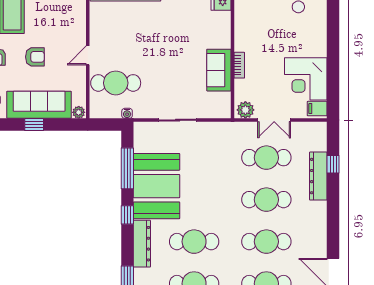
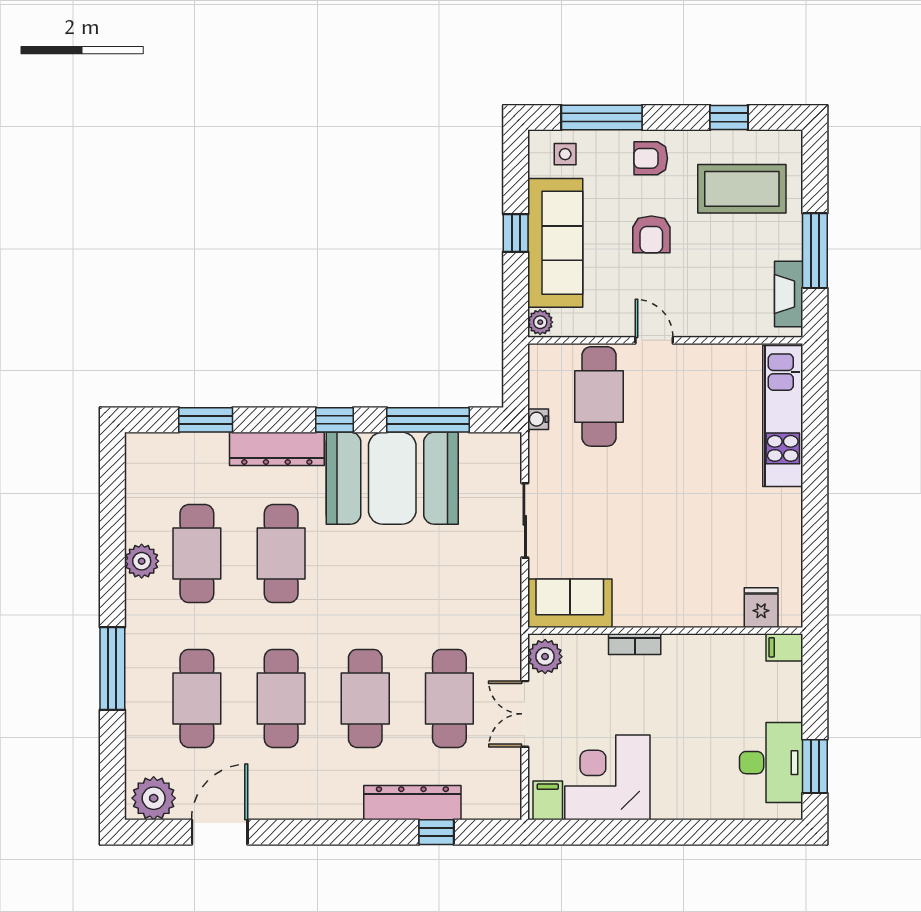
sofa: (219, 70) -> (570, 603), moved

